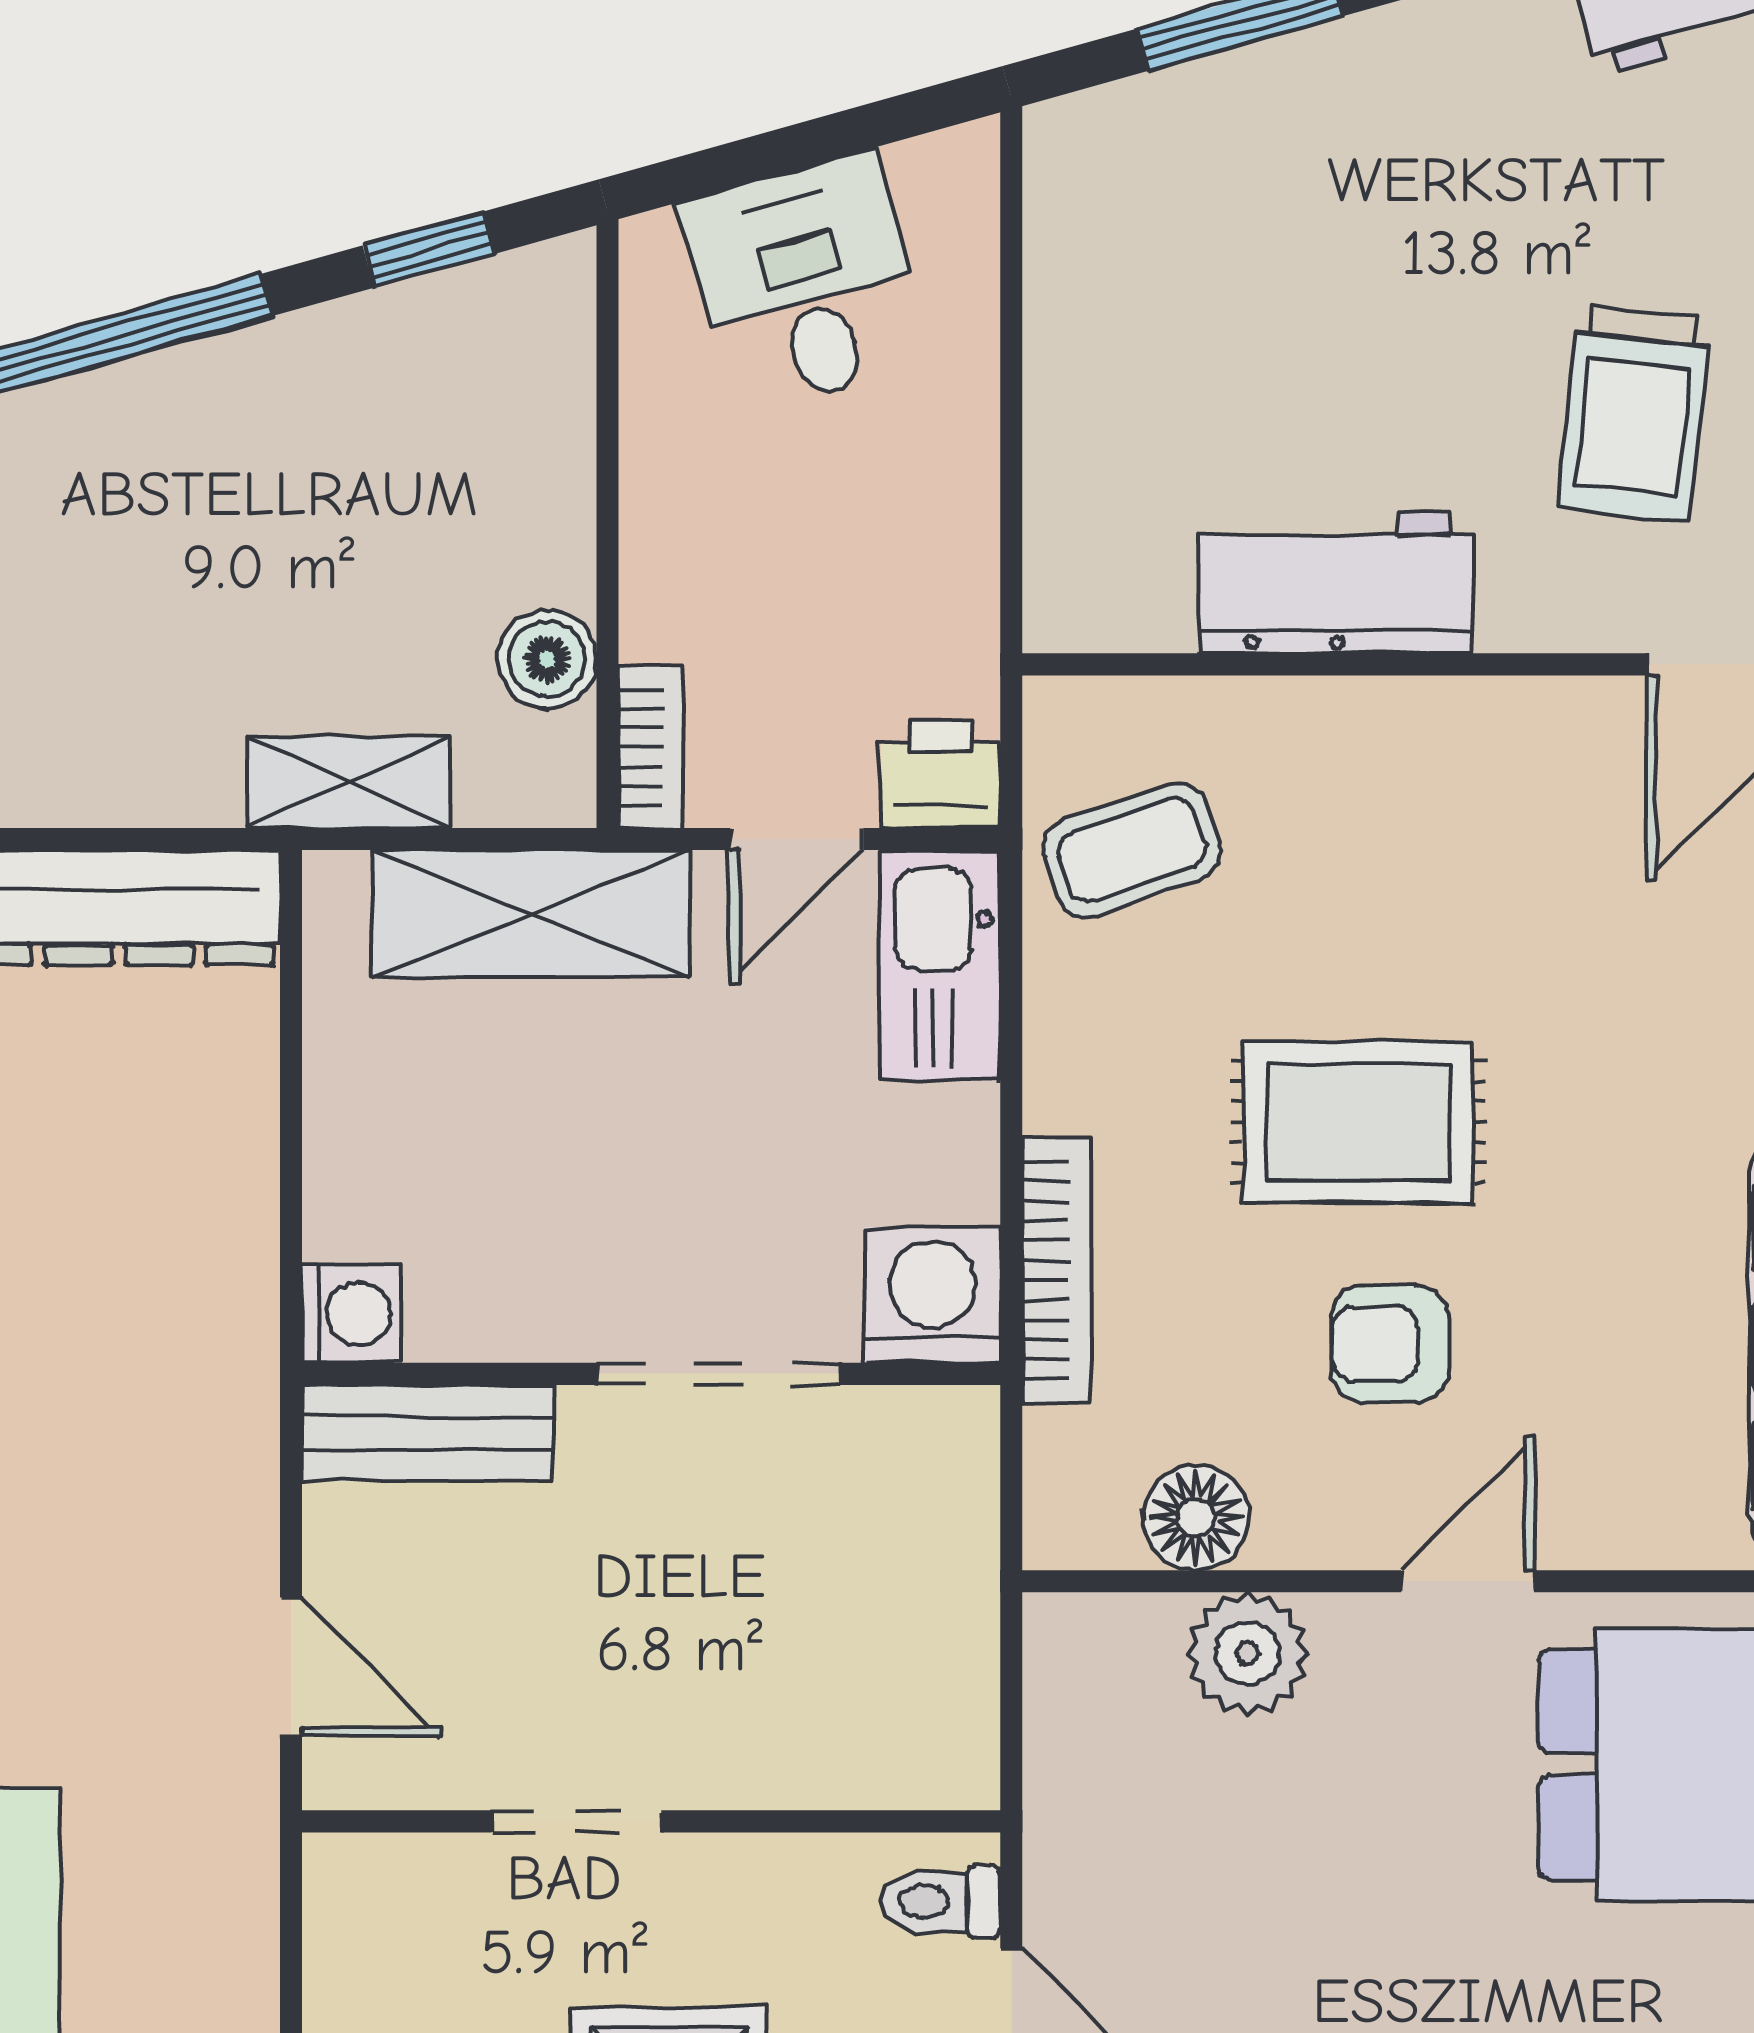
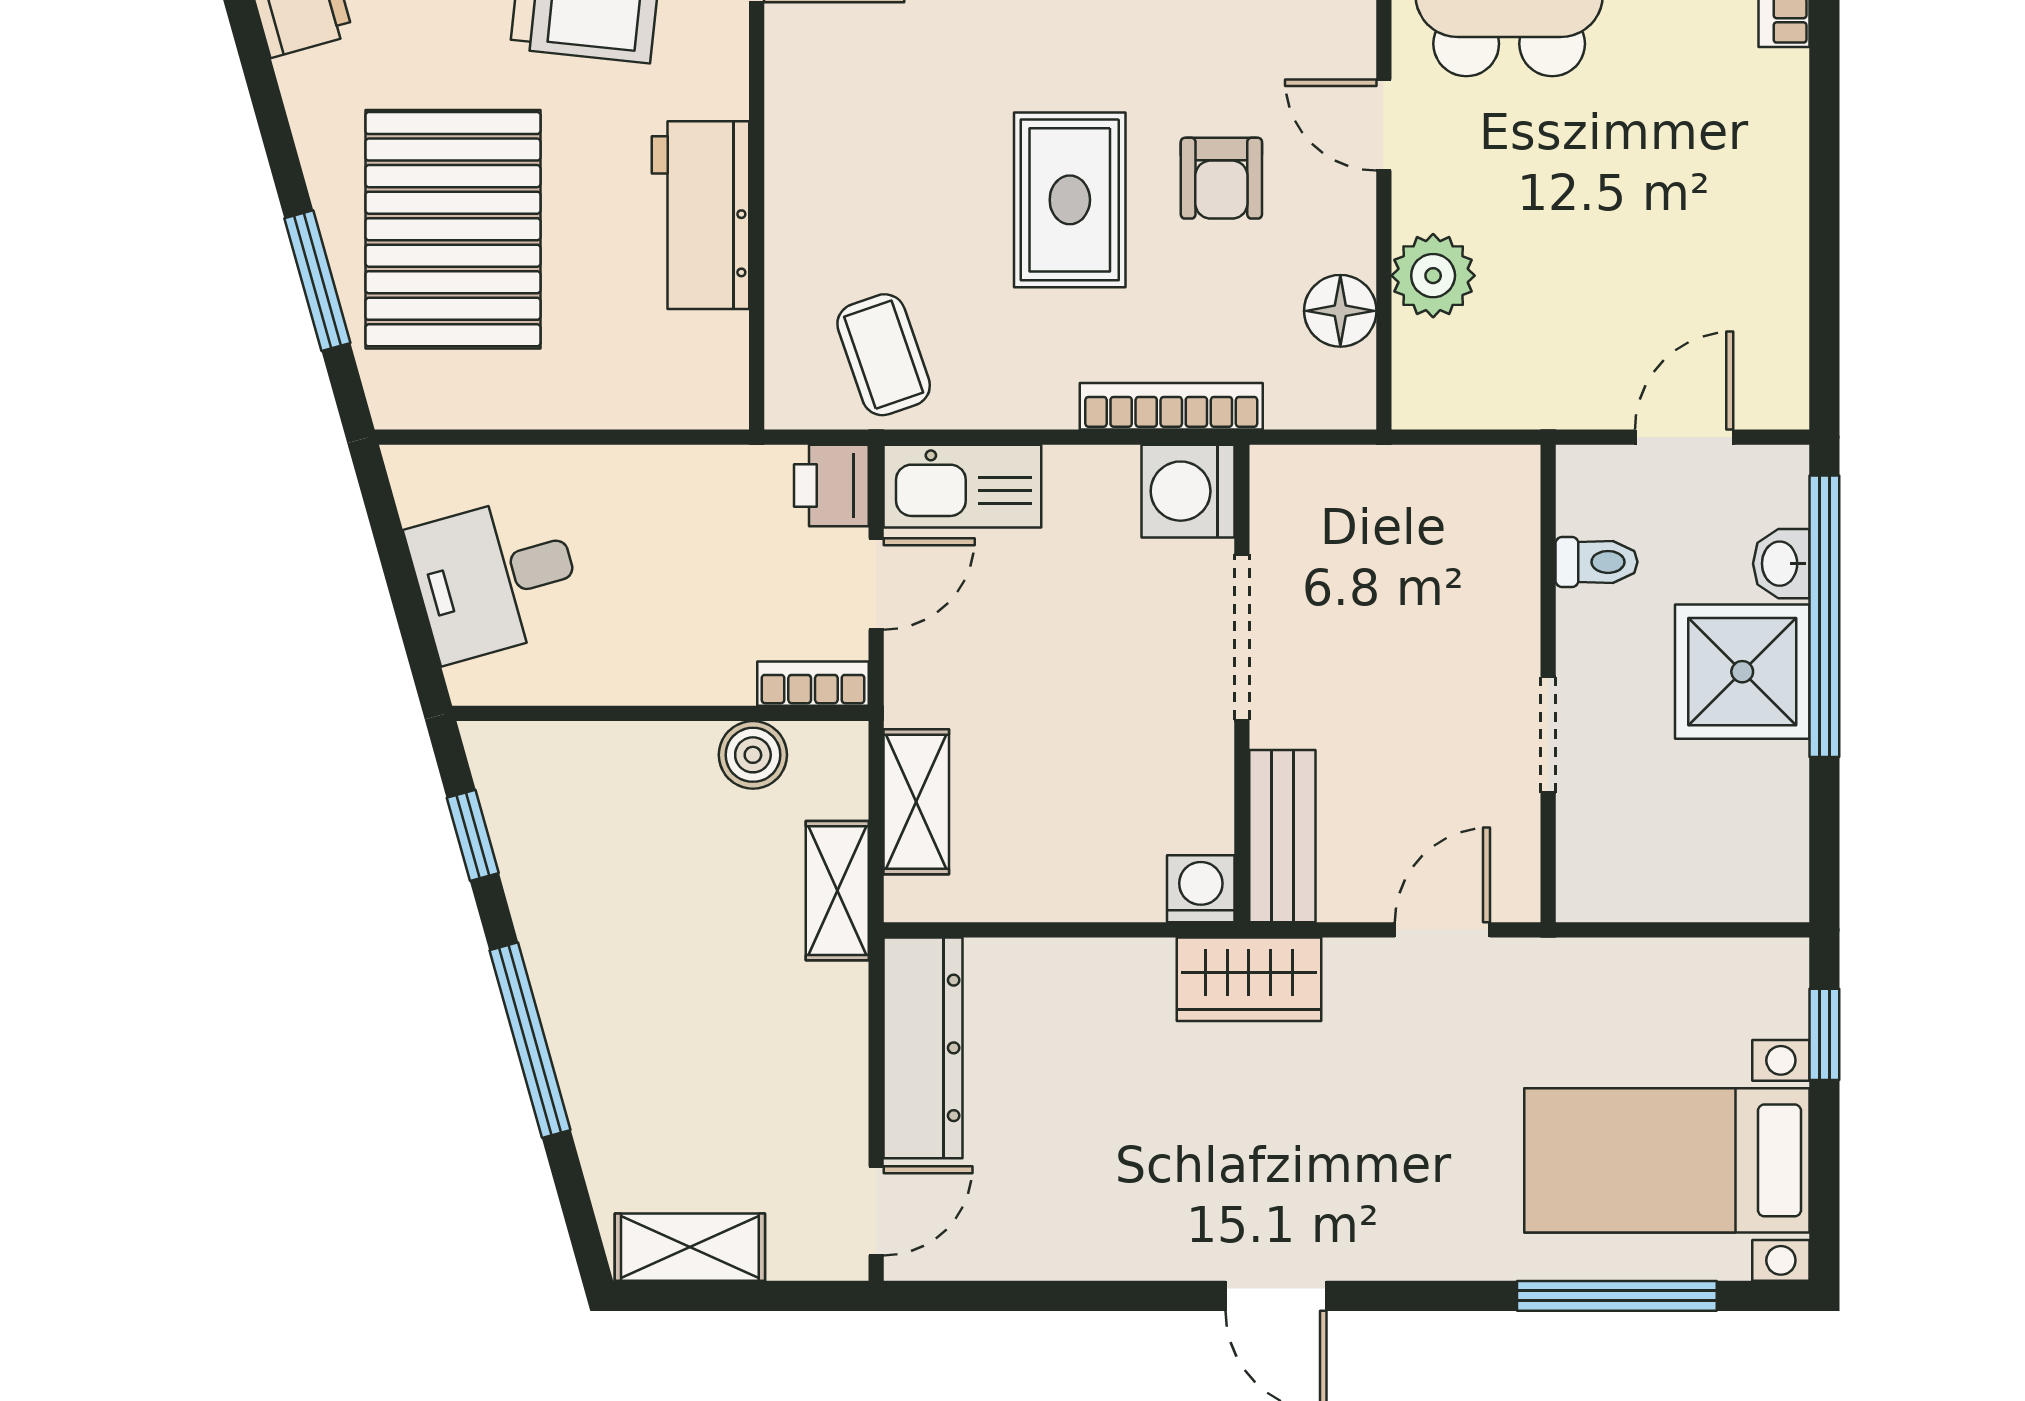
pallet: (1315, 221) -> (453, 229), added
door: (797, 839) -> (876, 584), hinge flipped
shelving: (531, 914) -> (916, 802), width x0.67, depth x0.75
wardrobe: (219, 1384) -> (1249, 979), added
toilet: (941, 1902) -> (1597, 562), moved, turned -90

